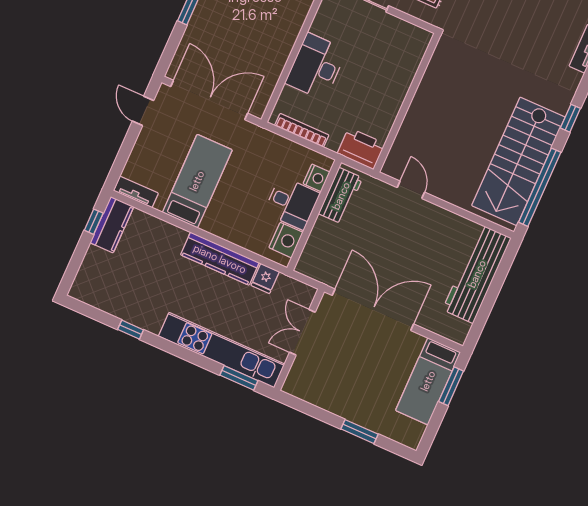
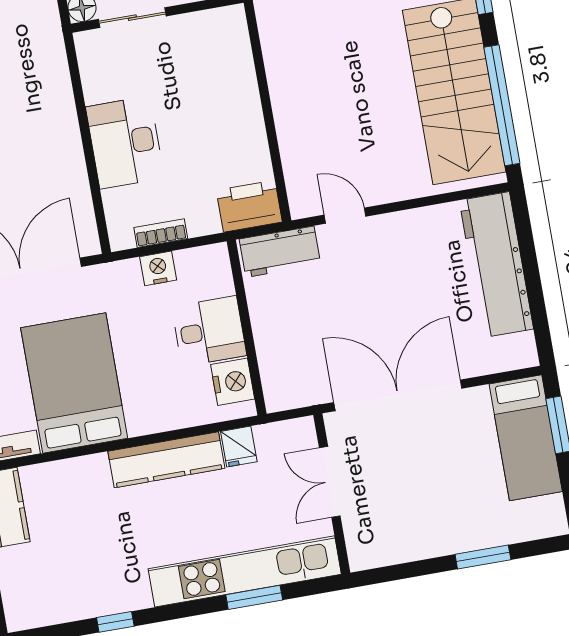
bookcase: (302, 130) -> (161, 233), width x0.64
nightstand: (317, 178) -> (158, 268), moved, turned -90
bed: (197, 181) -> (74, 383), width x1.50
workbench: (341, 196) -> (280, 252), moved, turned 90
window: (239, 378) -> (254, 597), moved

